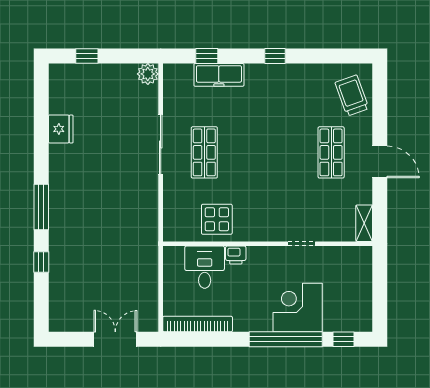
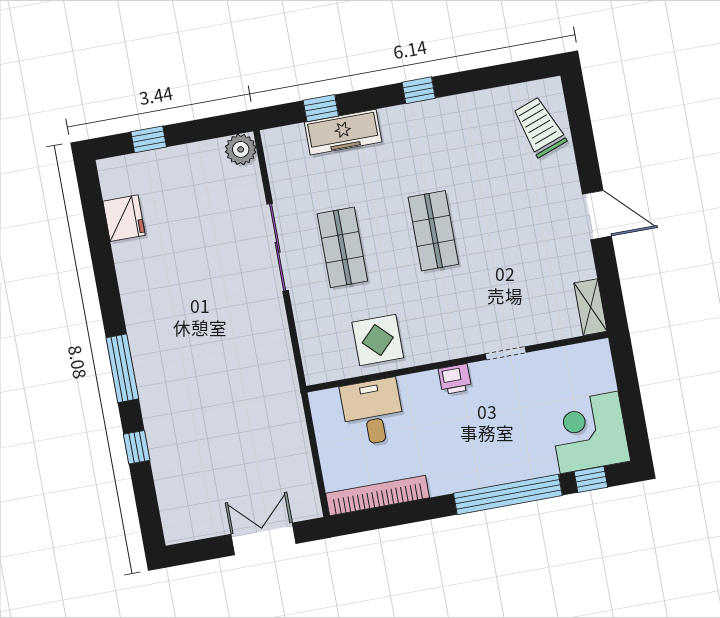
fridge: (61, 129) -> (124, 218), moved
shop shelf: (331, 152) -> (433, 231), moved
printer: (236, 255) -> (455, 379), moved
corner desk: (298, 307) -> (589, 432), moved

